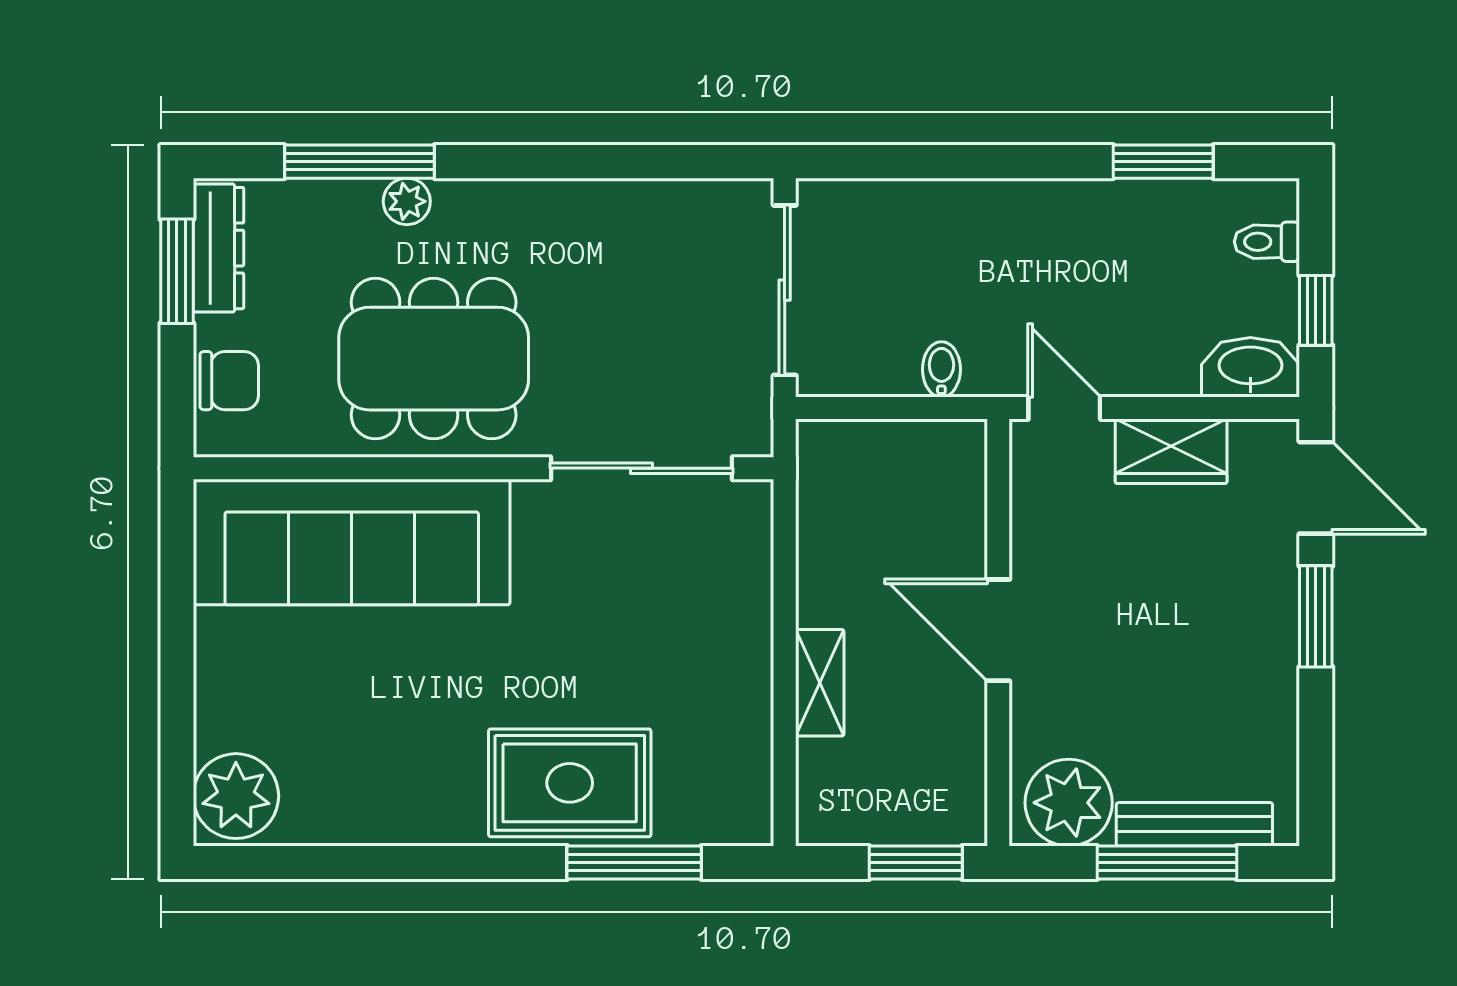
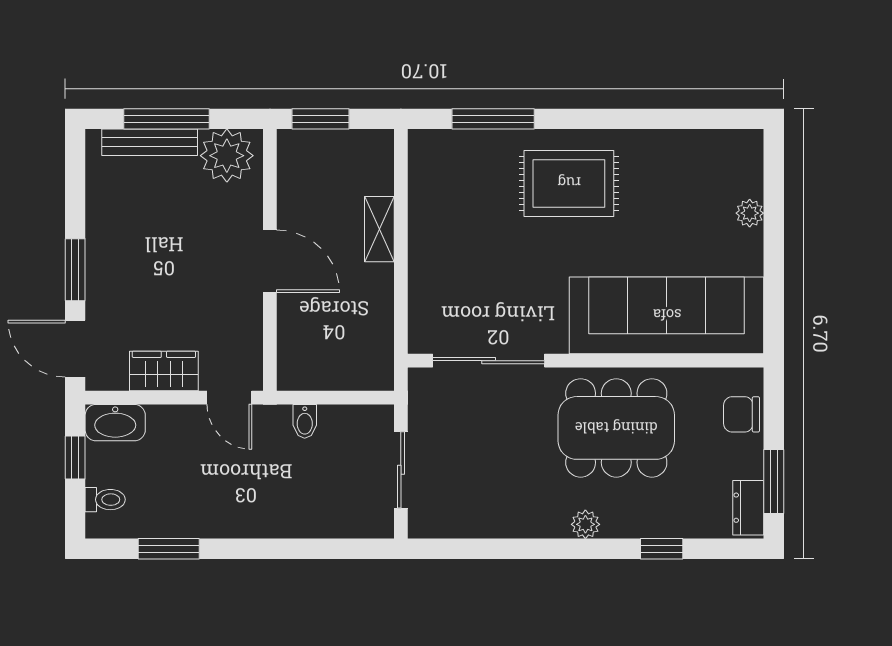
window: (360, 162) -> (662, 549), width x0.46
plant: (407, 201) -> (585, 524), moved
dresser: (218, 248) -> (748, 508), width x0.70
sliding door: (785, 290) -> (401, 470), width x0.73
rug: (570, 783) -> (569, 183), moved
plant: (236, 796) -> (750, 213), moved, width x0.53, depth x0.53

